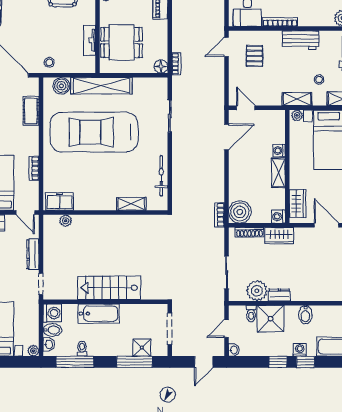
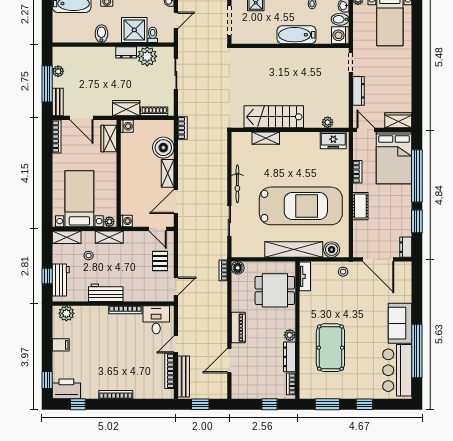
tv unit: (90, 40) -> (305, 276), moved
pallet: (254, 56) -> (160, 261), moved
cot: (31, 111) -> (360, 206), moved
washing machine: (279, 151) -> (126, 221), moved
shelving: (278, 173) -> (168, 173), moved
bicycle: (161, 176) -> (237, 184), moved
boiler: (240, 212) -> (163, 148), moved
stairs: (109, 288) -> (274, 117), moved, turned 180

